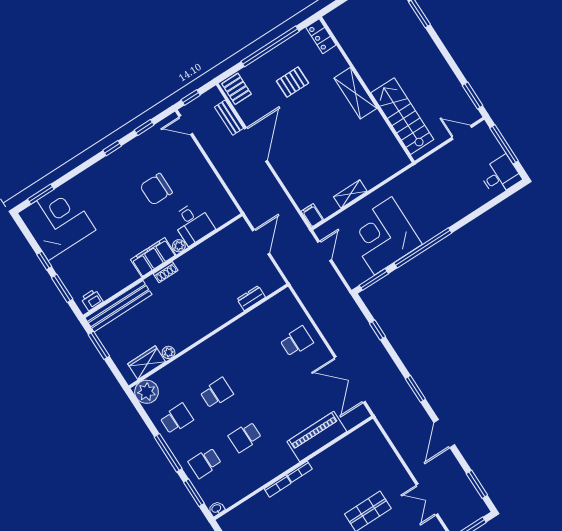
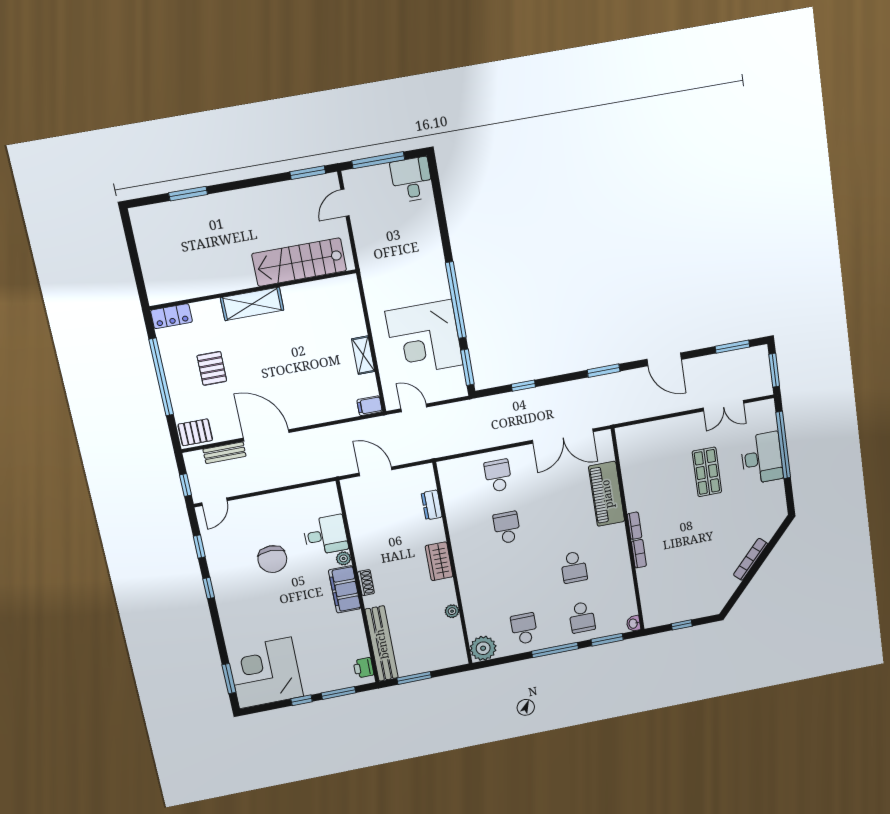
wardrobe: (147, 363) -> (439, 561), moved
school desk: (217, 393) -> (507, 528), moved

